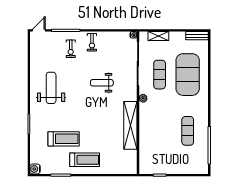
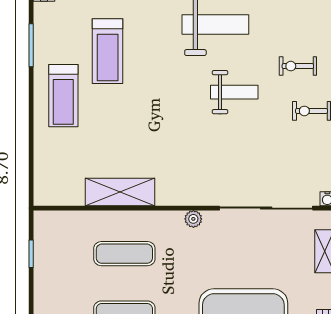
exercise mat: (160, 75) -> (124, 254), moved
weight bench: (102, 83) -> (234, 92), moved, turned 90
shelving: (130, 125) -> (120, 192), width x0.68

